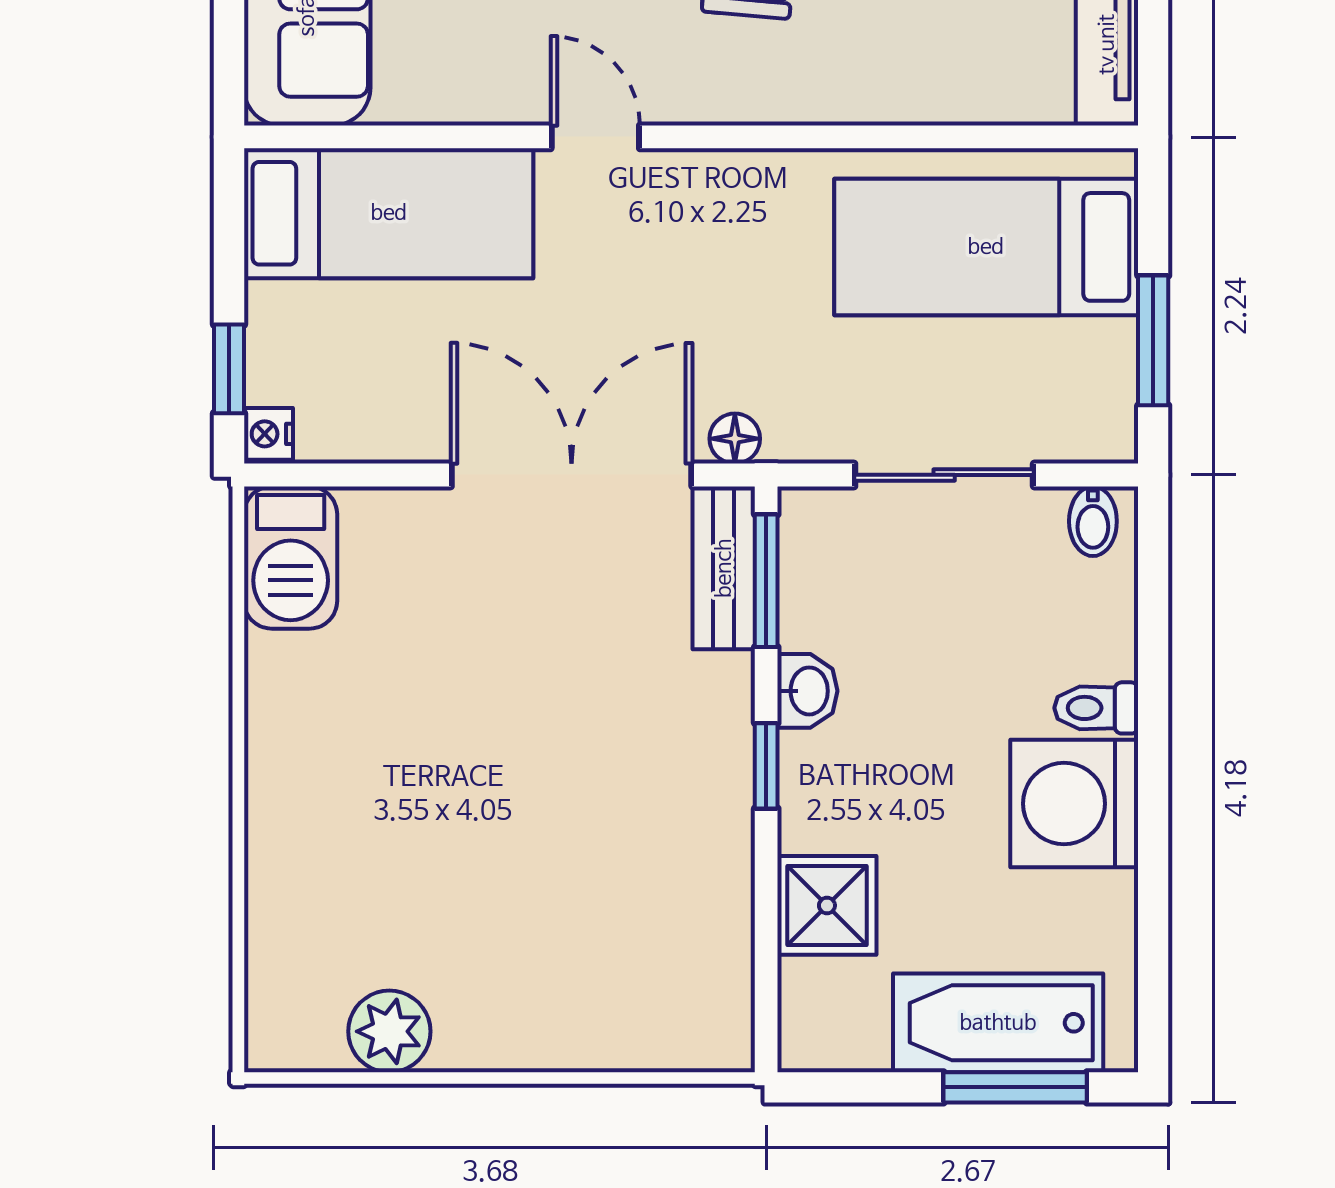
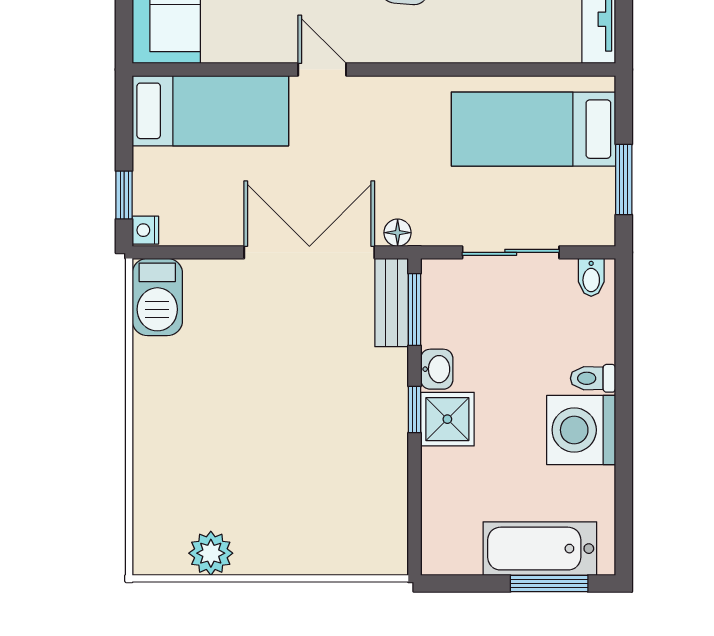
shower: (827, 905) -> (447, 419), moved

